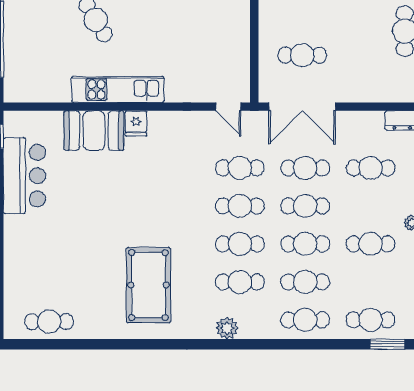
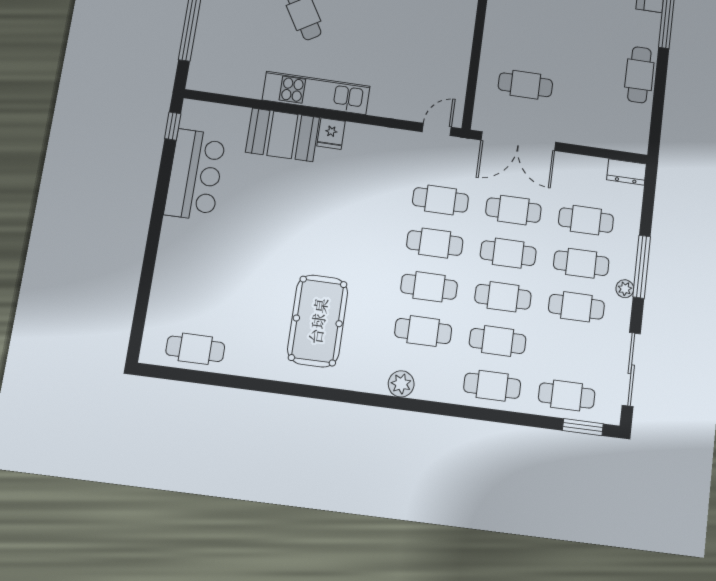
door: (228, 107) -> (437, 129), swing flipped
cafe table: (371, 206) -> (581, 263), added

